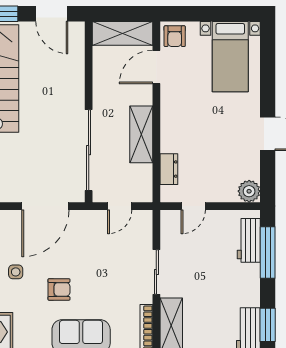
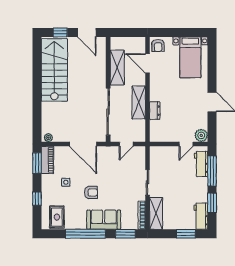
shelving: (123, 33) -> (117, 68), moved, turned 90
door: (156, 67) -> (147, 63), hinge flipped
dresser: (169, 169) -> (155, 111), moved
door: (45, 206) -> (83, 144), hinge flipped
door: (193, 206) -> (186, 144), moved
window: (268, 325) -> (212, 203), moved

